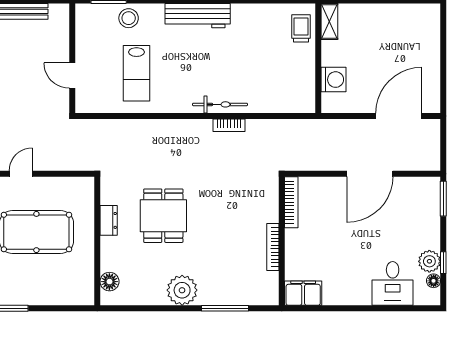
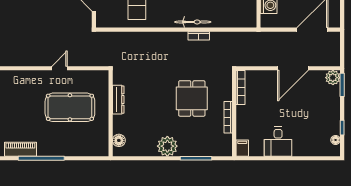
dining table: (163, 216) -> (192, 98), moved
dresser: (109, 220) -> (118, 100), width x1.44
plant: (429, 261) -> (333, 78), moved
desk: (393, 283) -> (278, 142), moved
filing cabinet: (303, 293) -> (242, 148), width x0.50

